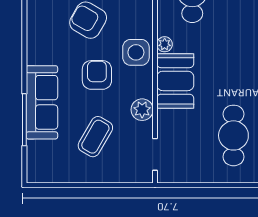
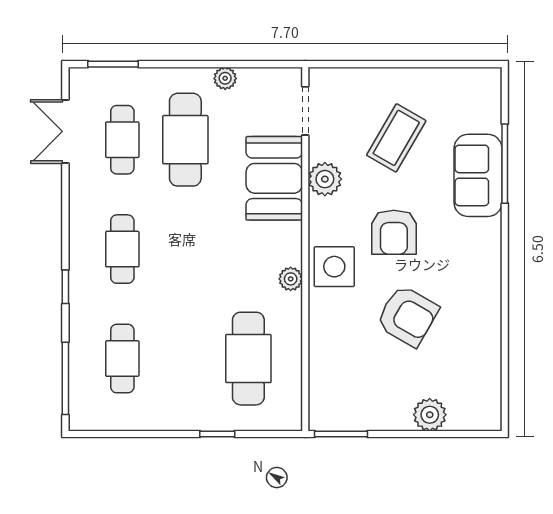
booth: (175, 81) -> (274, 178), moved
sofa: (42, 102) -> (478, 175), width x0.73
plant: (207, 176) -> (225, 78), added

